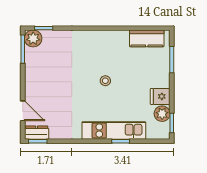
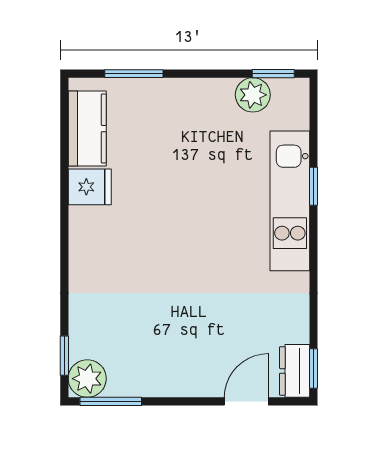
stool: (105, 81) -> (180, 220), removed
fridge: (160, 96) -> (90, 187), moved, turned -90

